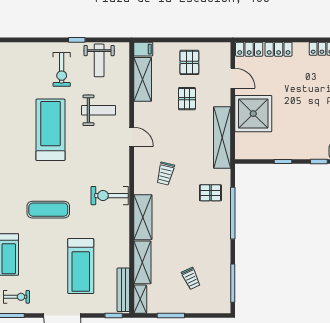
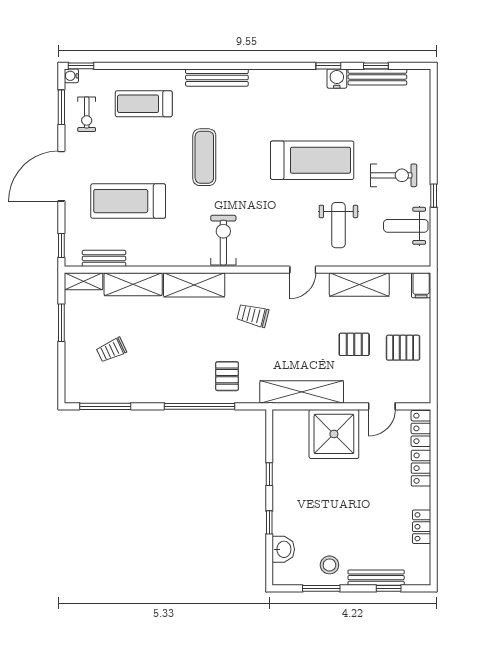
exercise bike: (62, 69) -> (394, 175), turned 180
shelving: (143, 79) -> (359, 285), moved
bench: (123, 290) -> (104, 258), width x0.73

